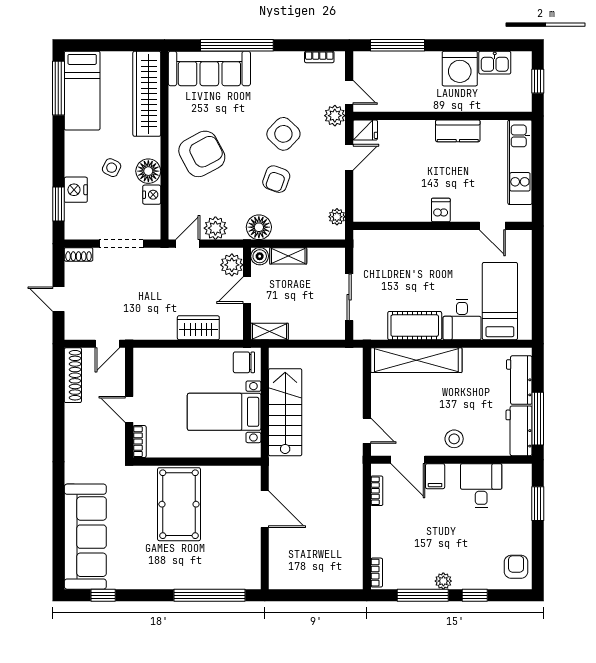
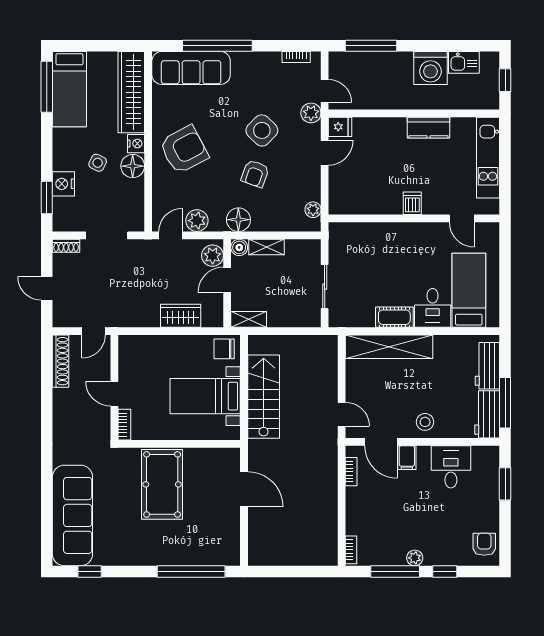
nightstand: (152, 195) -> (136, 144), moved
cot: (415, 326) -> (394, 317), width x0.73, depth x0.75

